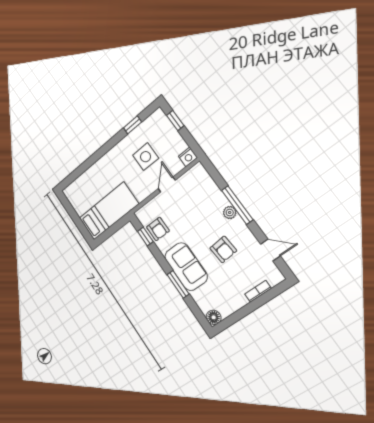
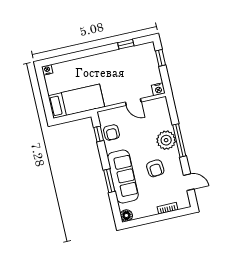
side table: (146, 157) -> (126, 73), removed
door: (167, 184) -> (133, 102), swing flipped
nightstand: (68, 192) -> (47, 70), added
plant: (230, 213) -> (166, 140), width x1.87, depth x1.87
sofa: (186, 267) -> (123, 177), width x1.36

